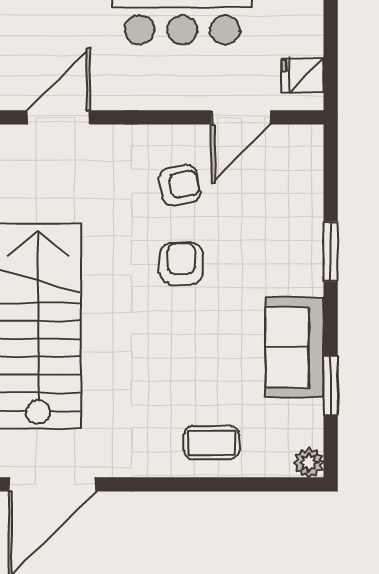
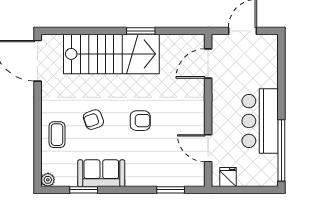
door: (58, 117) -> (208, 63), swing flipped
armchair: (180, 185) -> (93, 120), moved, turned 80
window: (331, 252) -> (171, 190), moved

